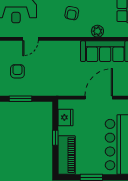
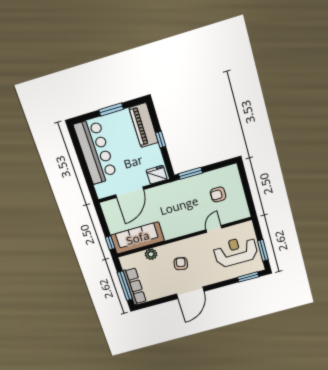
armchair: (17, 71) -> (218, 194), turned 90
window: (21, 99) -> (190, 173), moved
fridge: (66, 117) -> (157, 175), moved, turned 90

